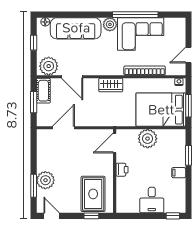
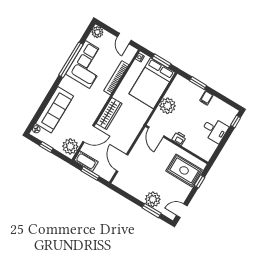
plant: (110, 24) -> (97, 32), moved
wardrobe: (111, 85) -> (109, 113), width x1.50

